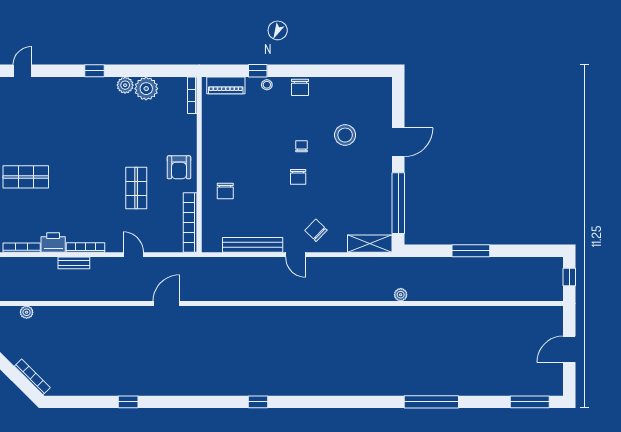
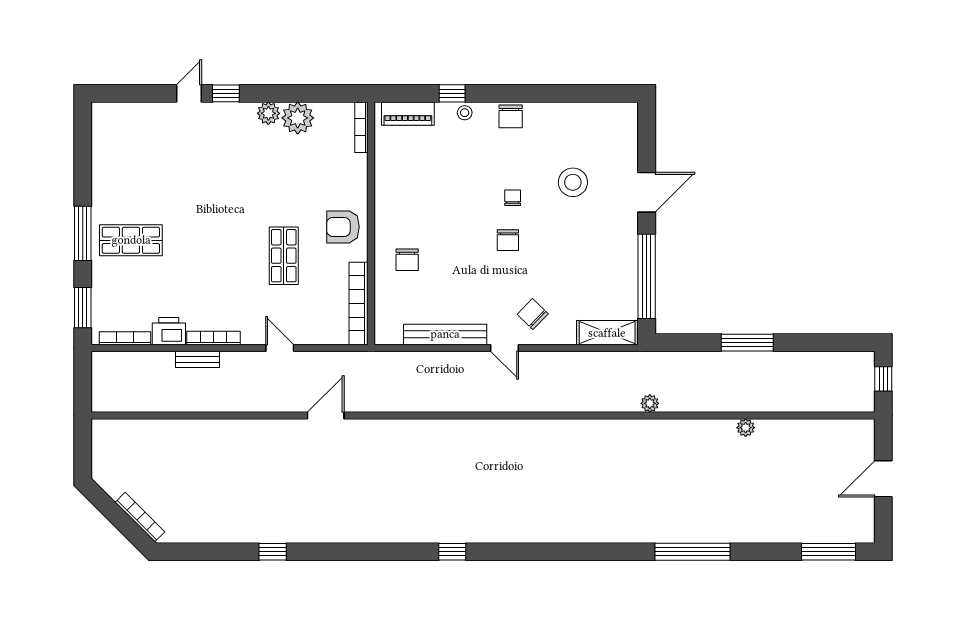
door: (22, 71) -> (189, 93), moved
armchair: (179, 167) -> (343, 227), turned 90
plant: (27, 312) -> (746, 428), moved

